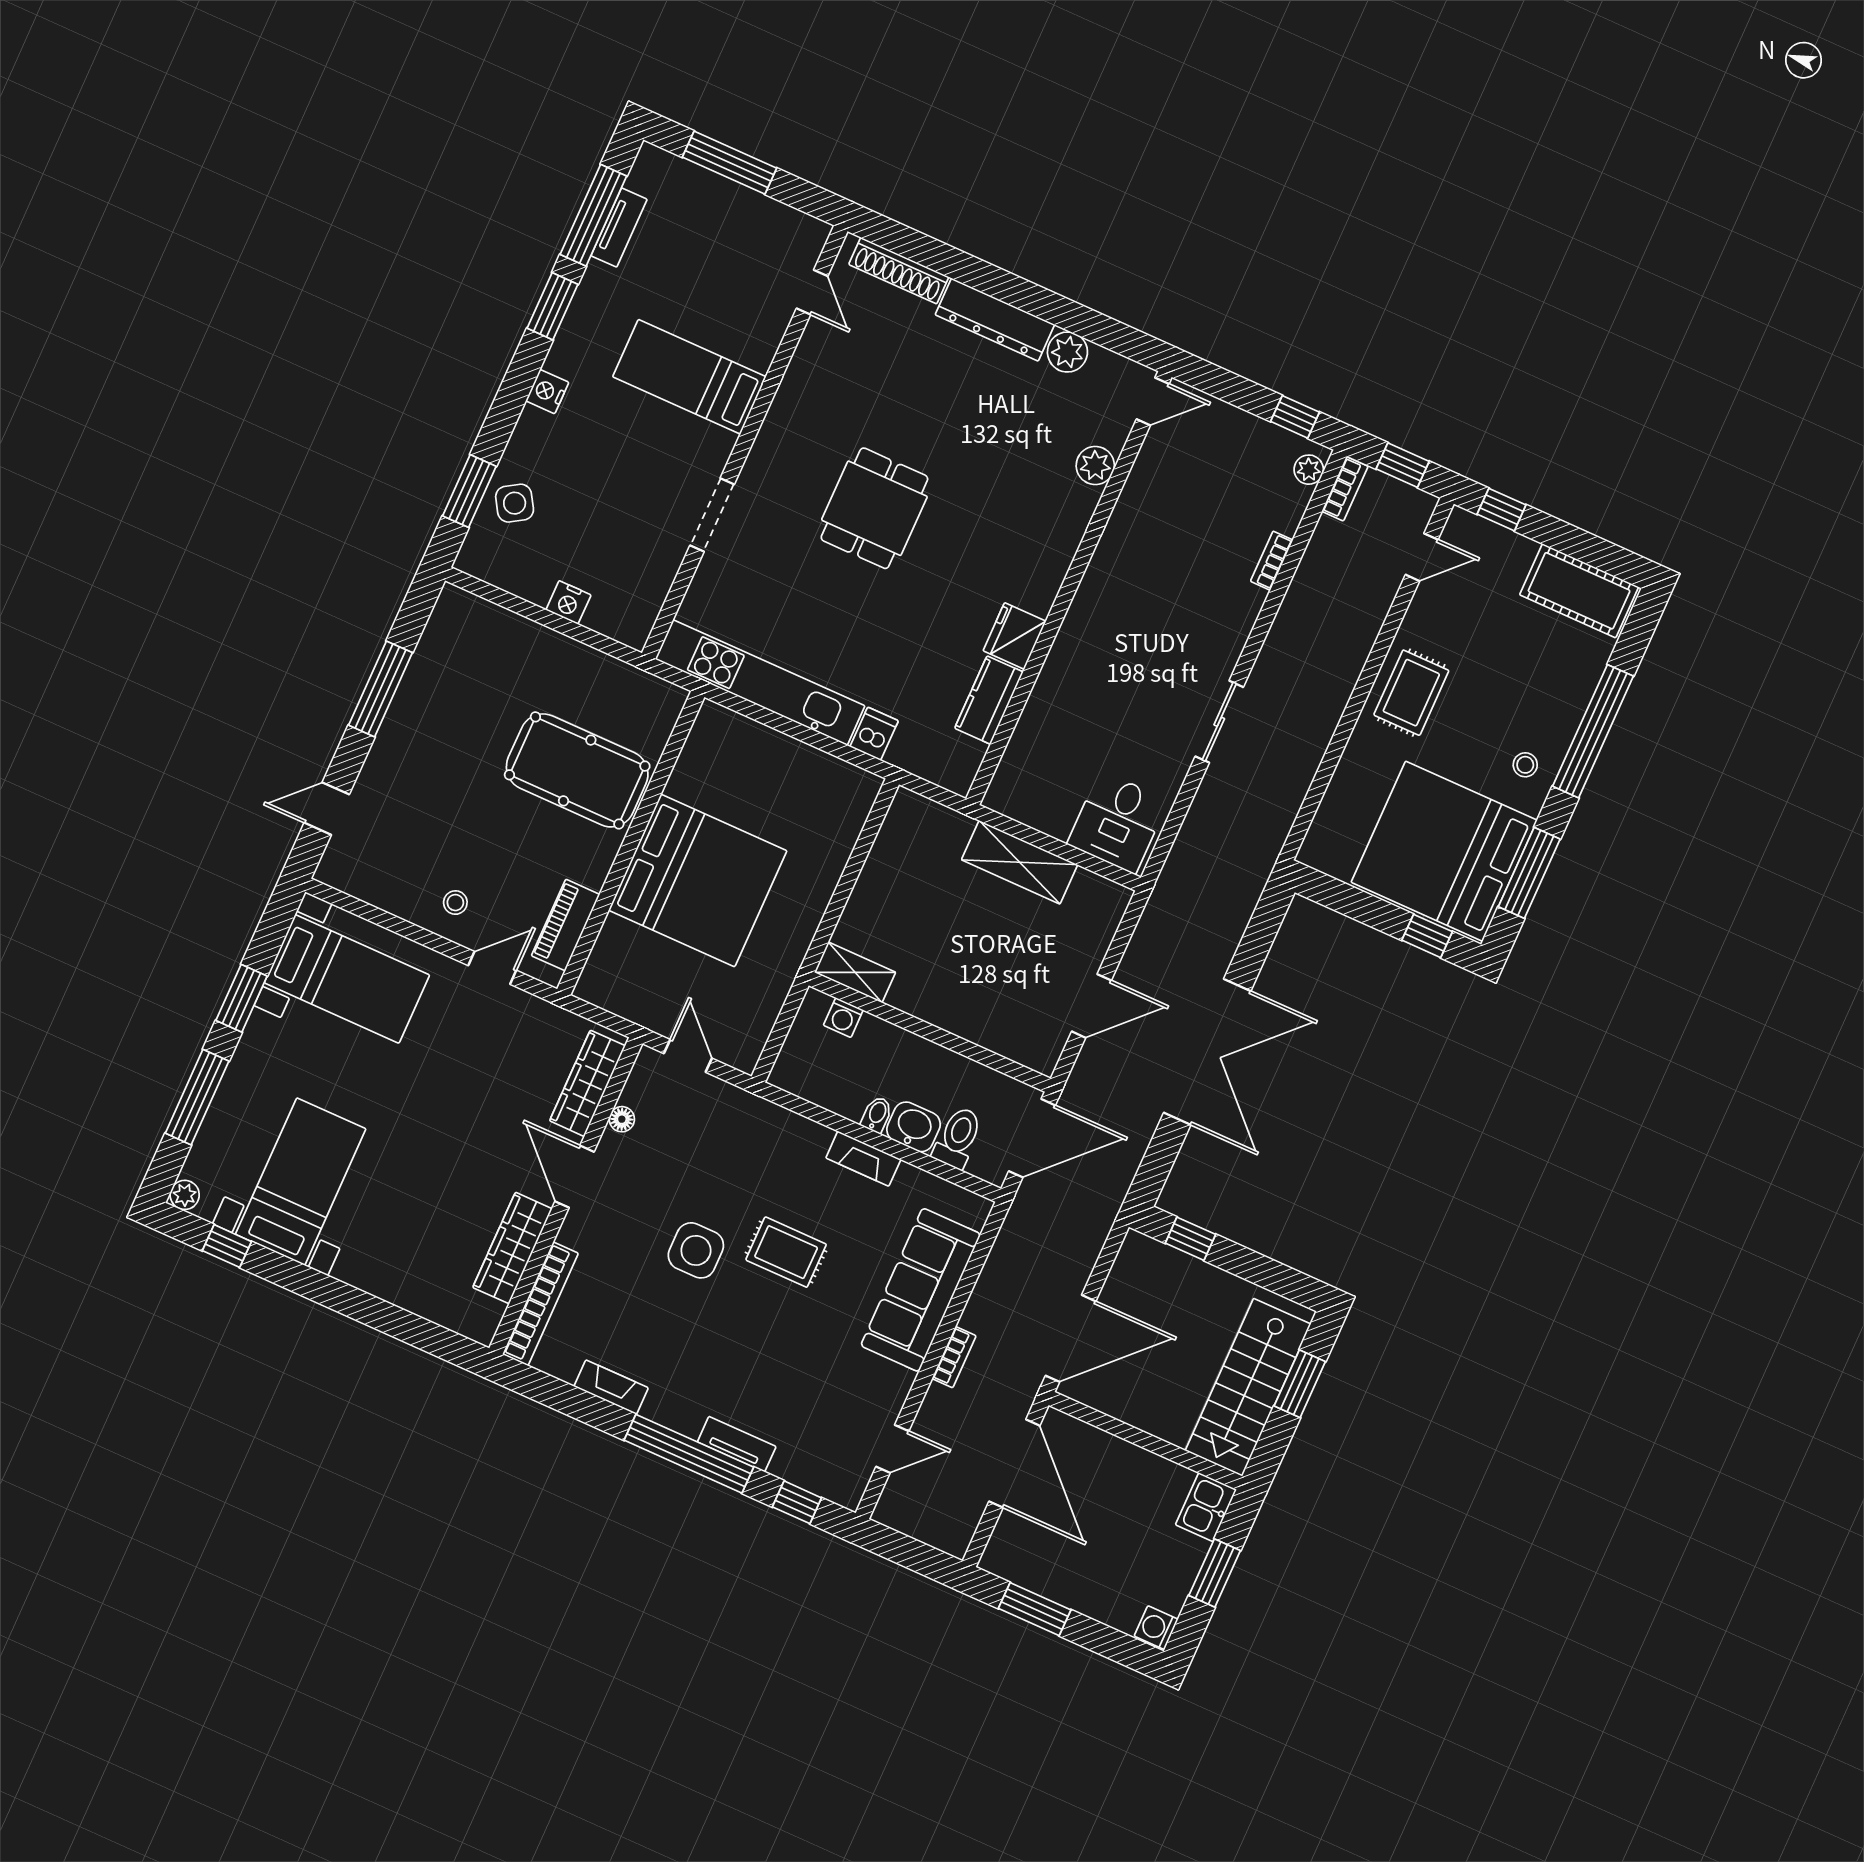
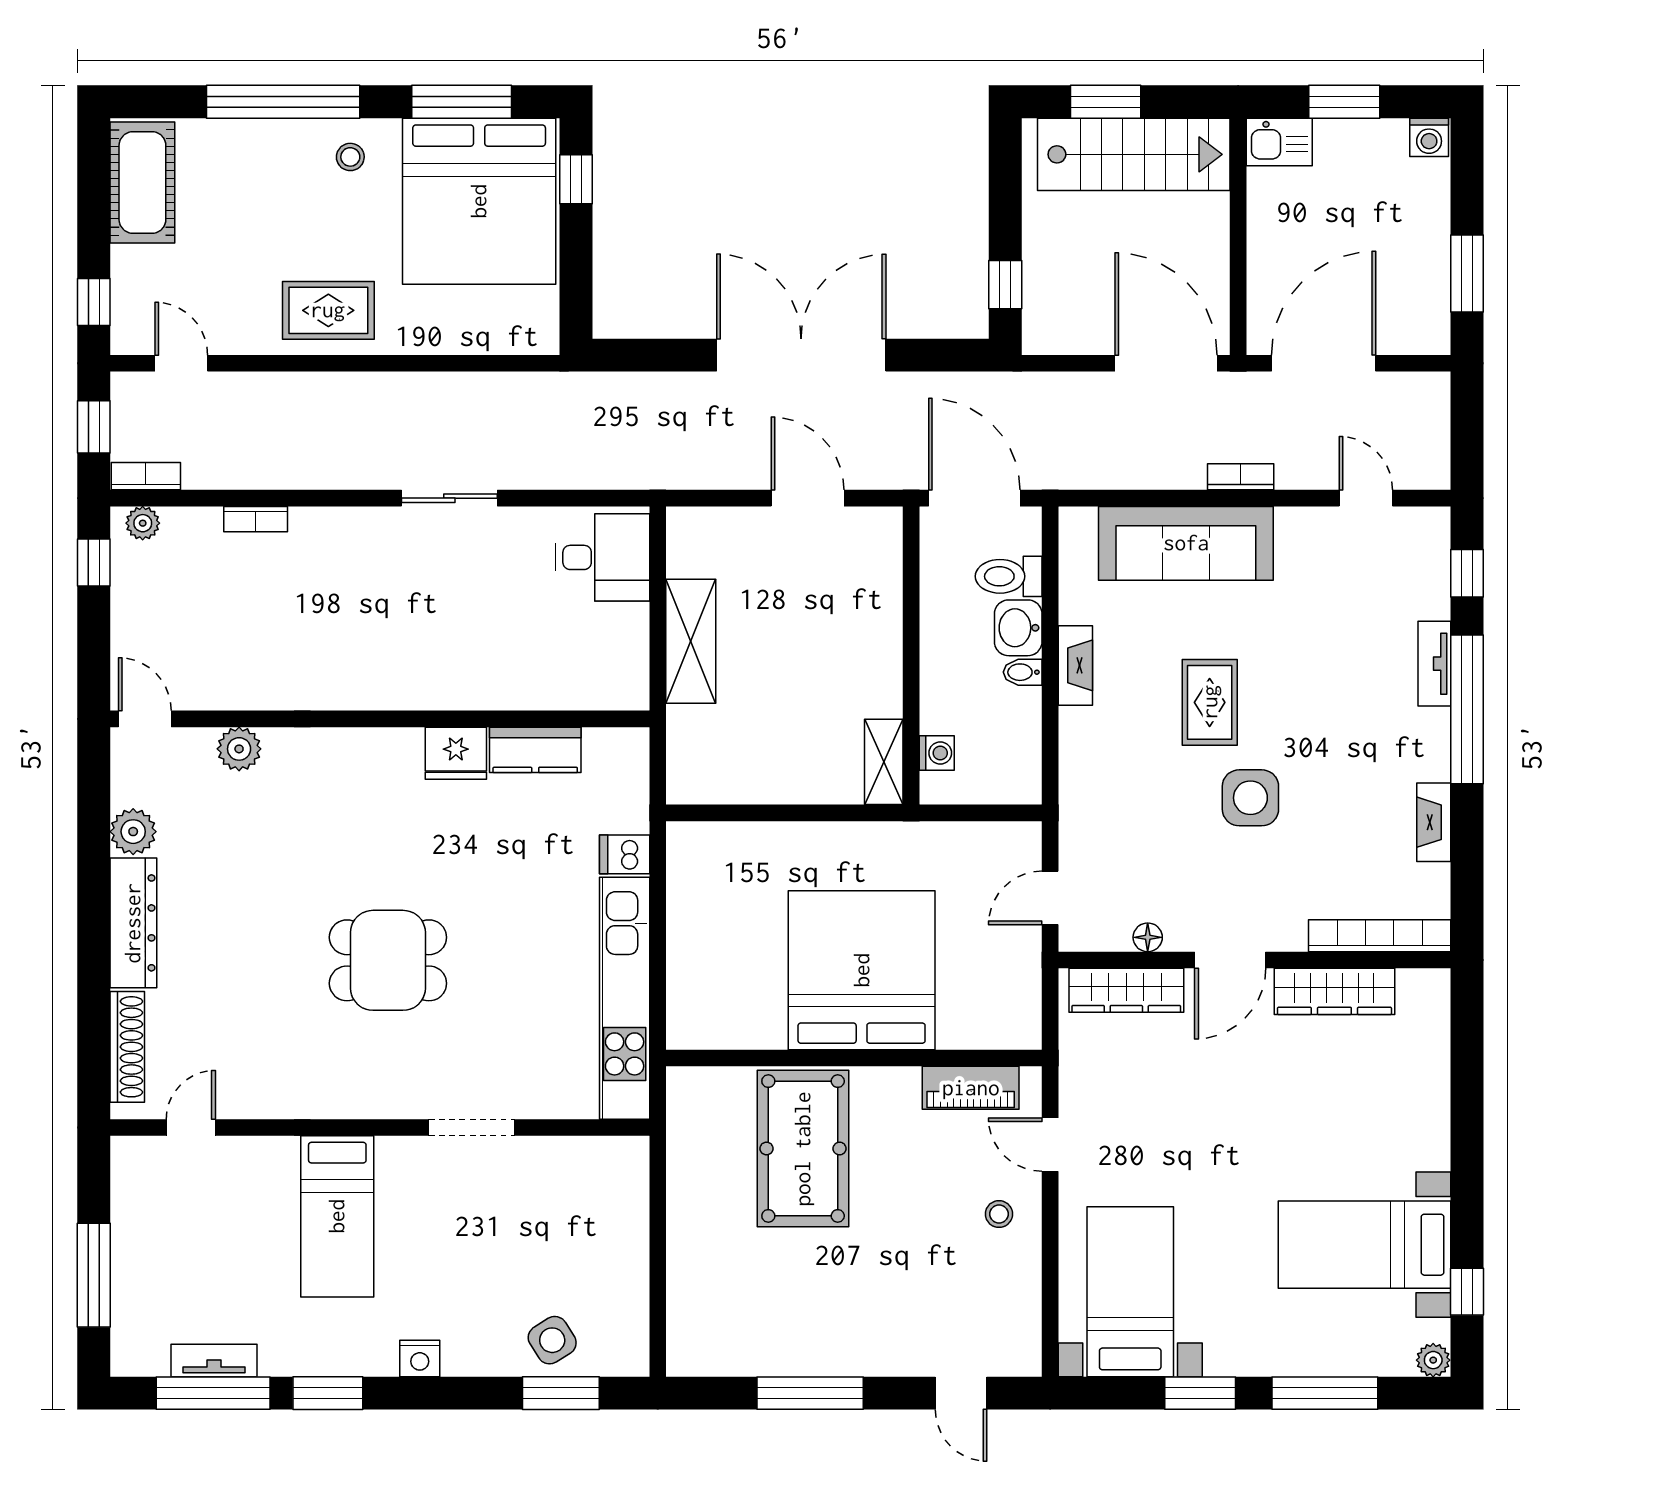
nightstand: (568, 602) -> (631, 1237), removed

